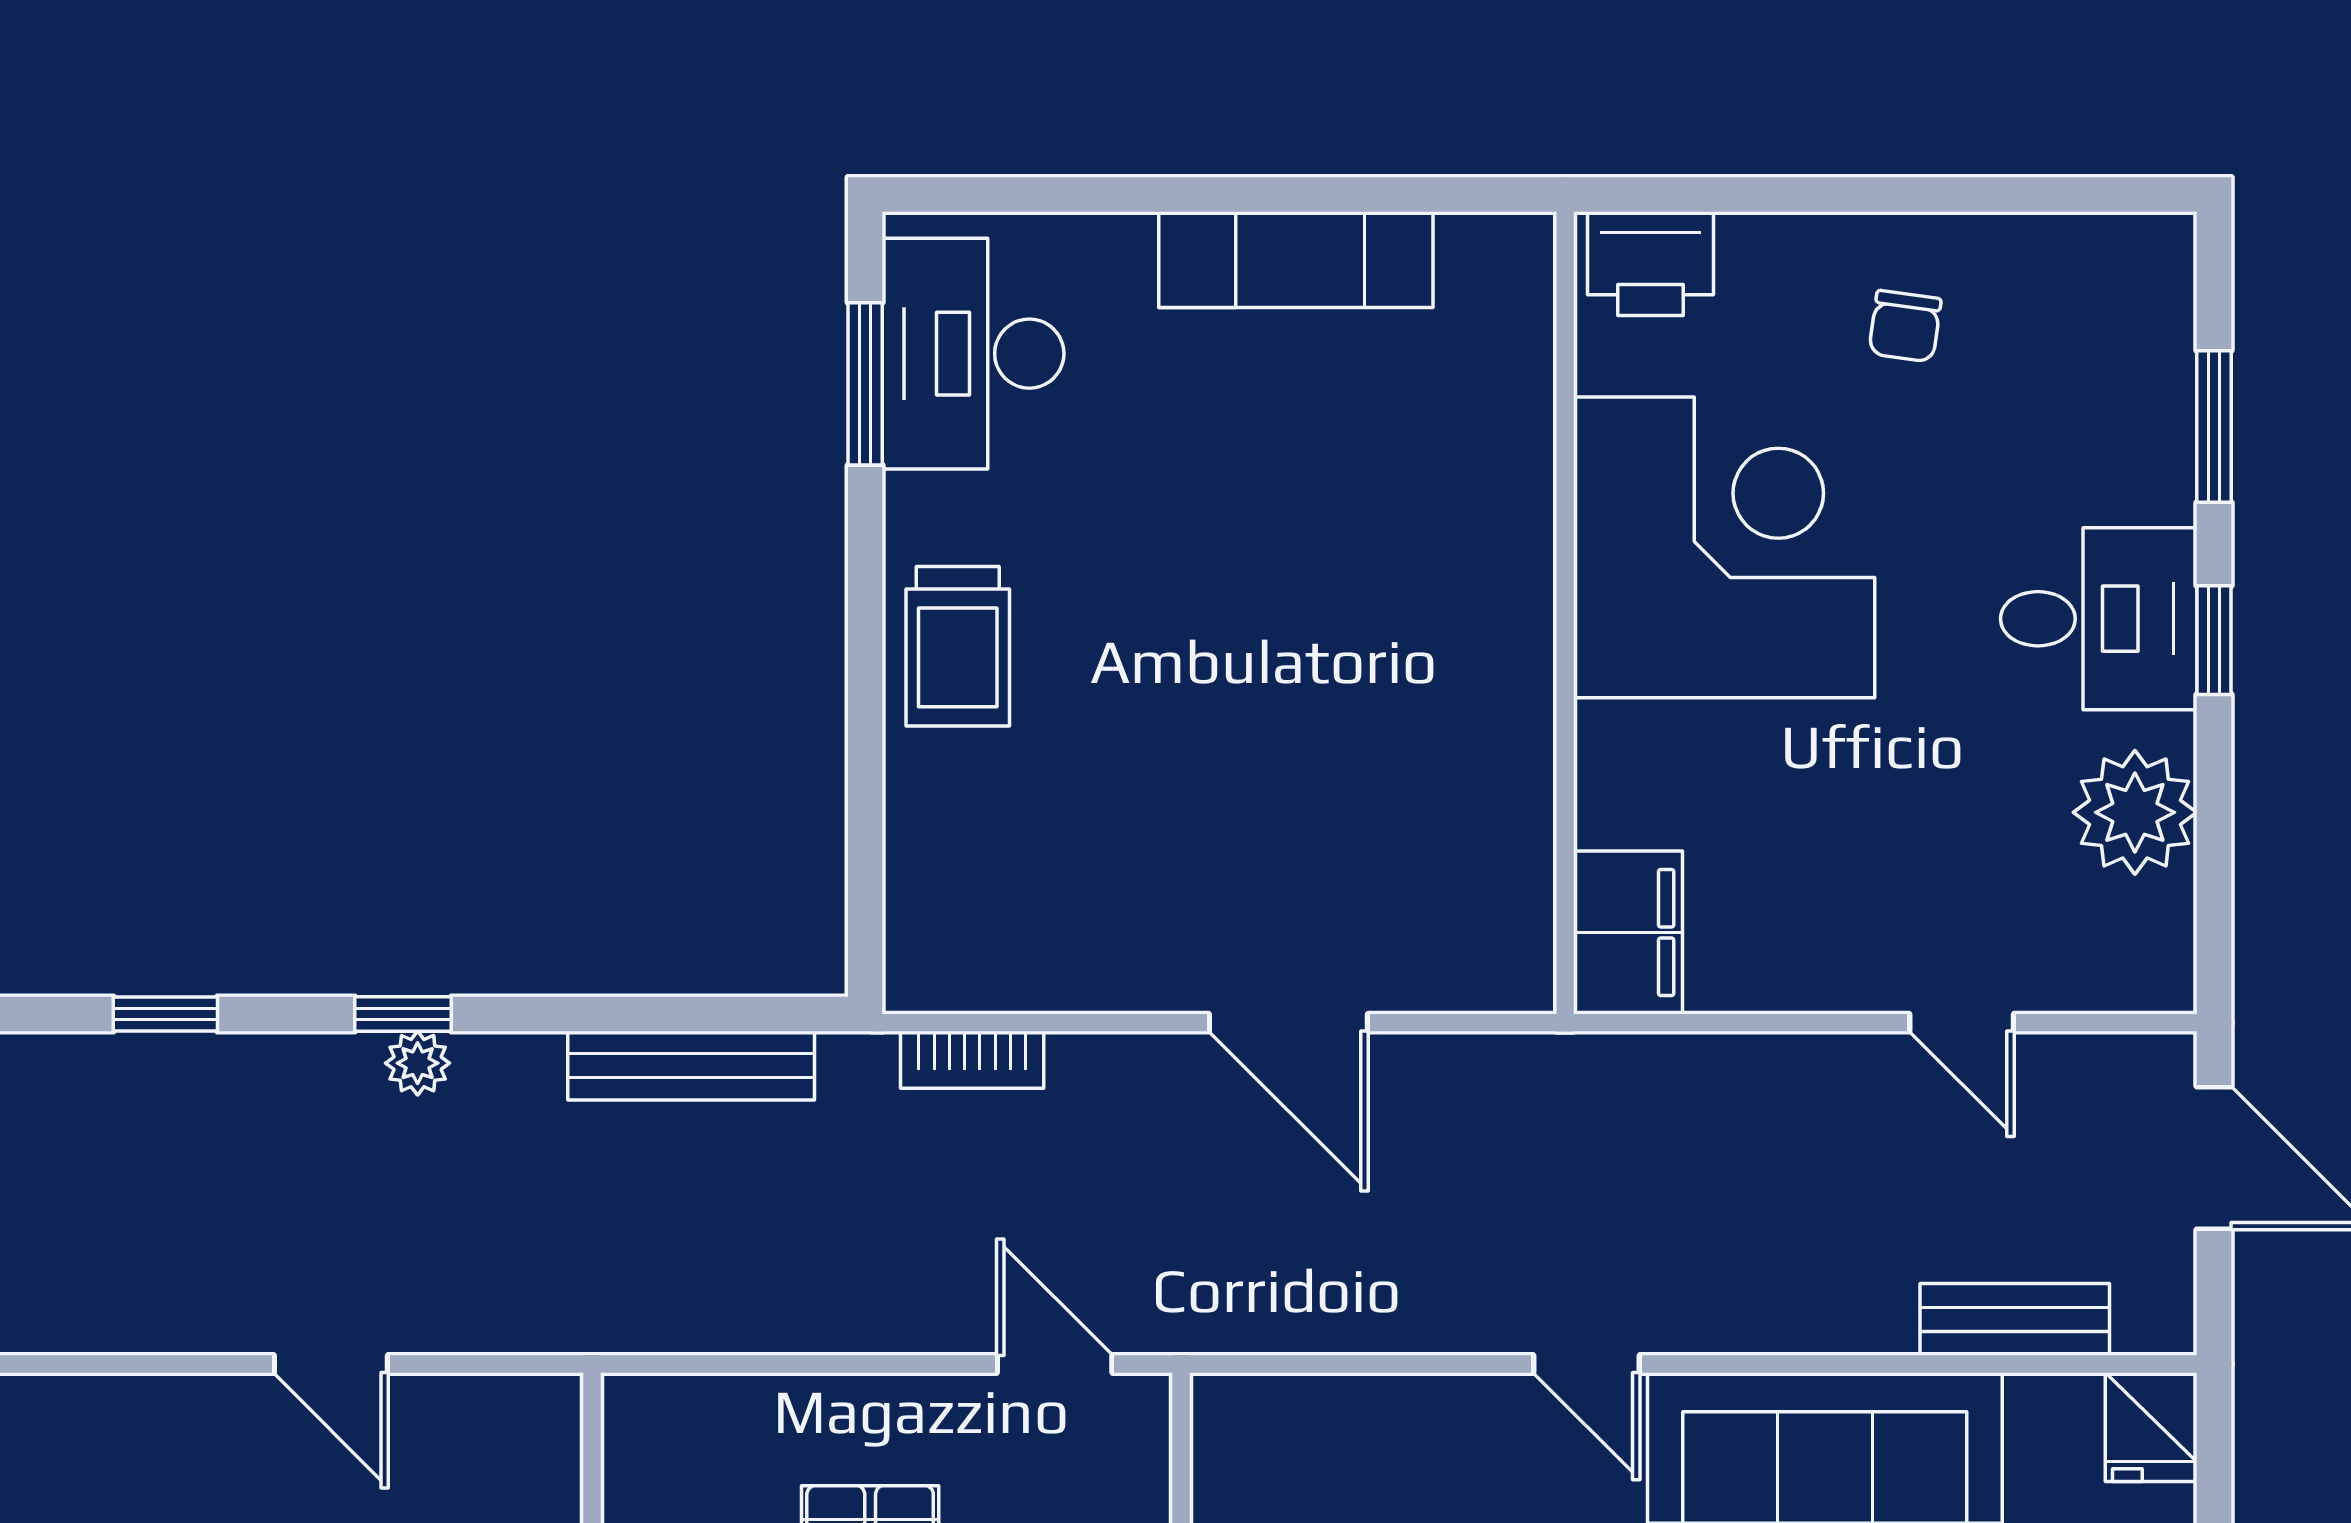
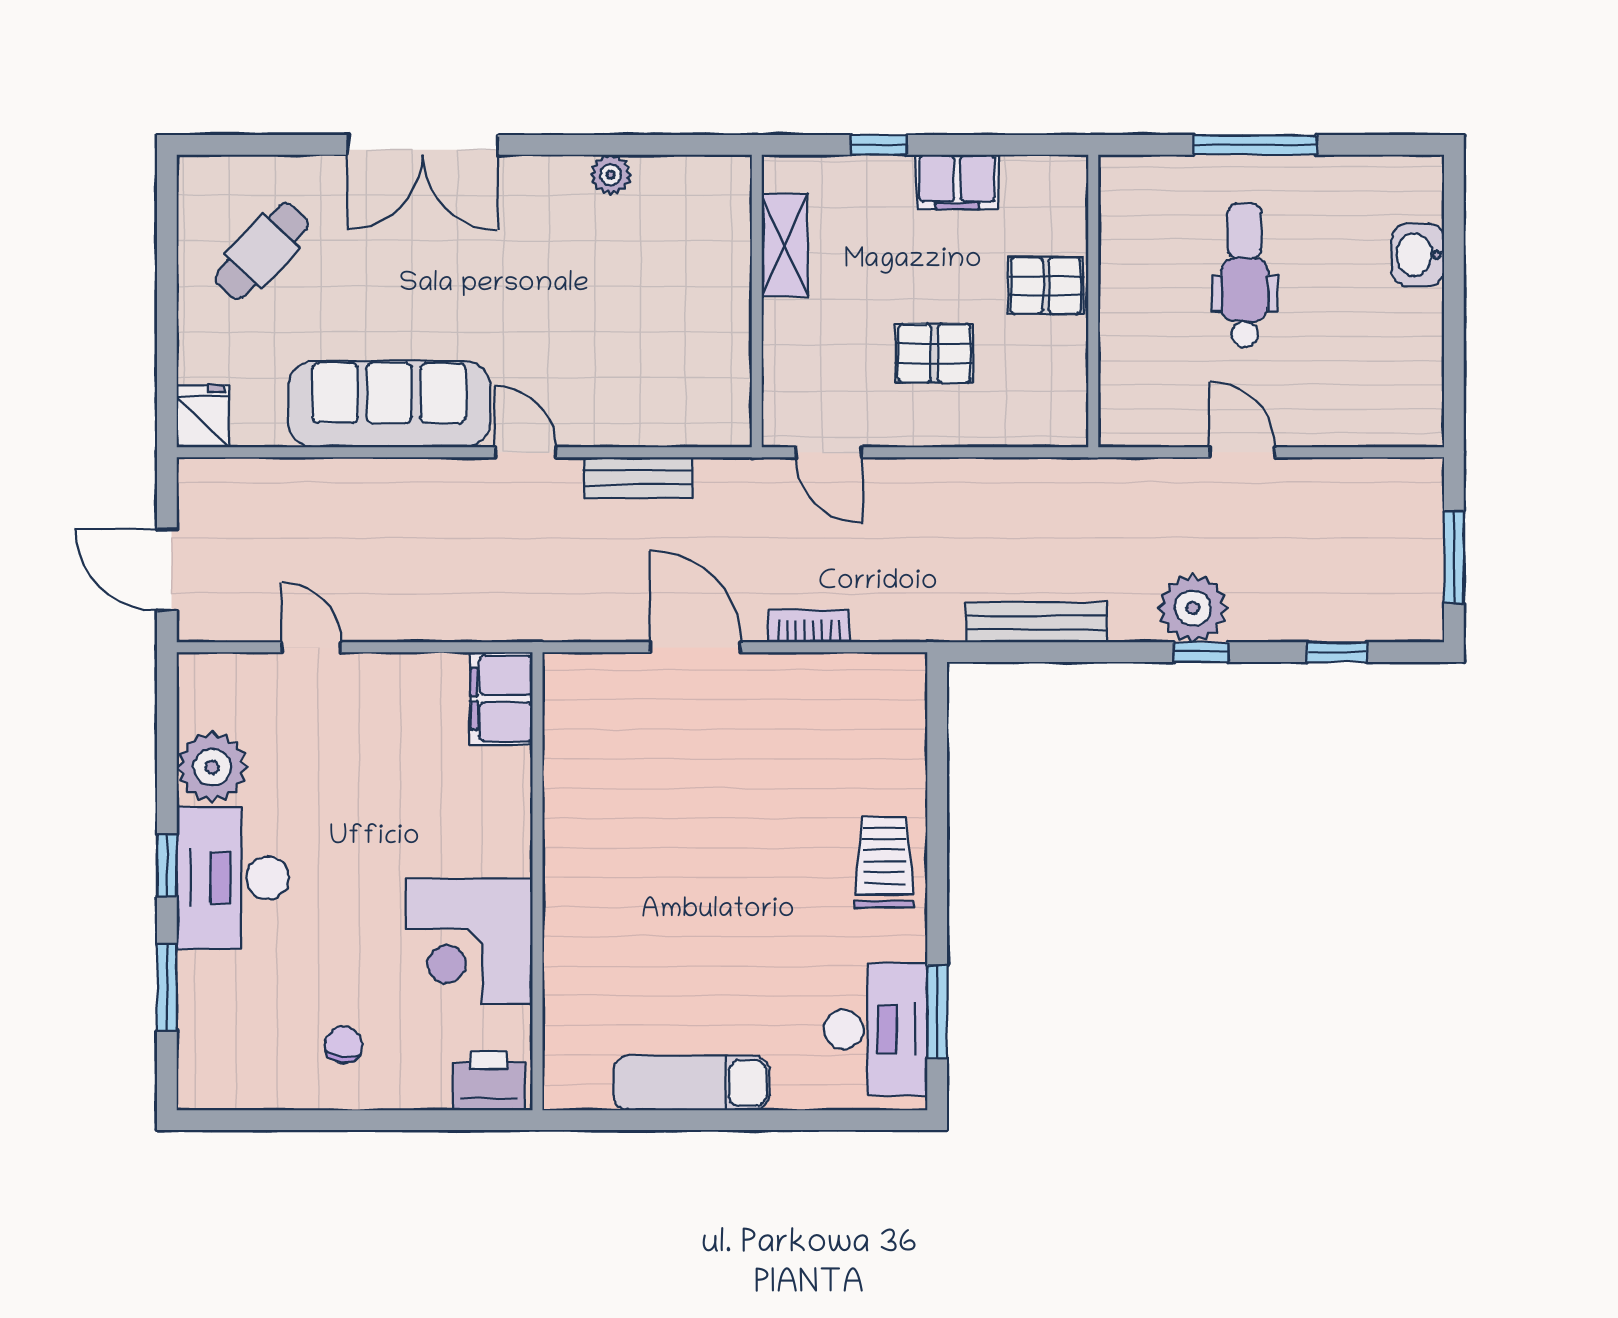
corner desk: (1724, 547) -> (469, 941), width x0.74, depth x0.74
desk: (2099, 619) -> (233, 878), width x1.37
bookcase: (972, 1060) -> (809, 626), moved
plant: (418, 1063) -> (1193, 608), width x1.88, depth x1.88
bench: (2015, 1319) -> (638, 478), moved

